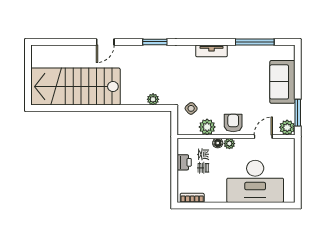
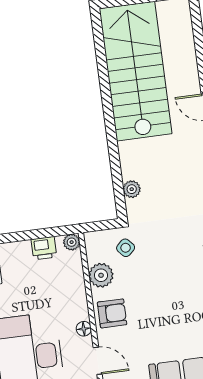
floor lamp: (218, 143) -> (84, 329), moved
plant: (229, 144) -> (72, 242), moved

